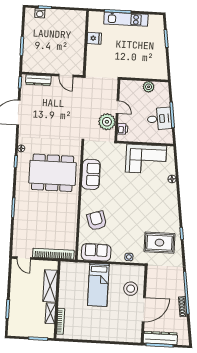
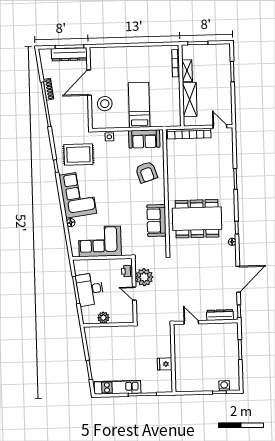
kitchen unit: (126, 19) -> (118, 387), moved
desk: (159, 119) -> (90, 289), width x1.37
corner sofa: (163, 205) -> (78, 194), added

